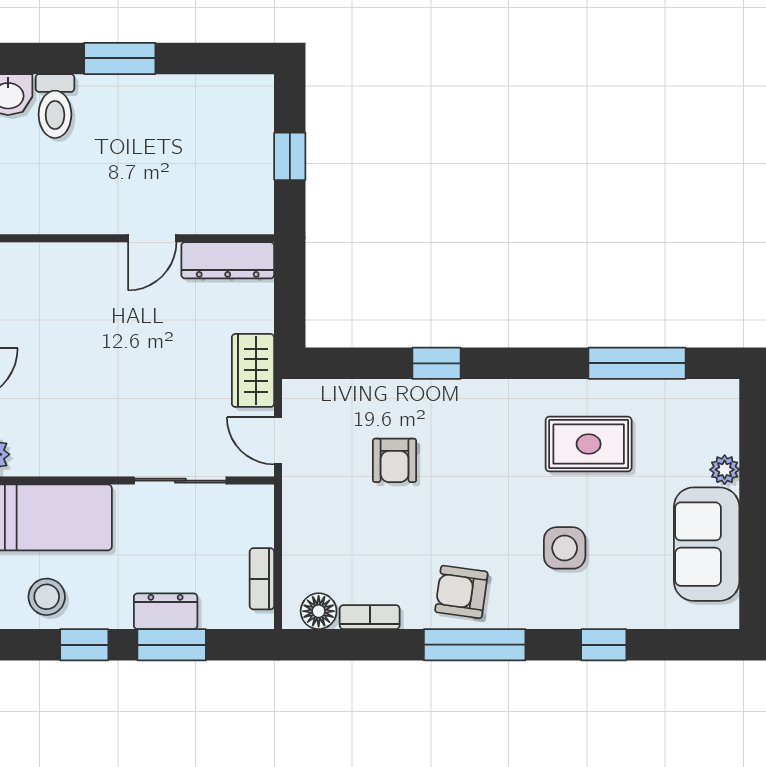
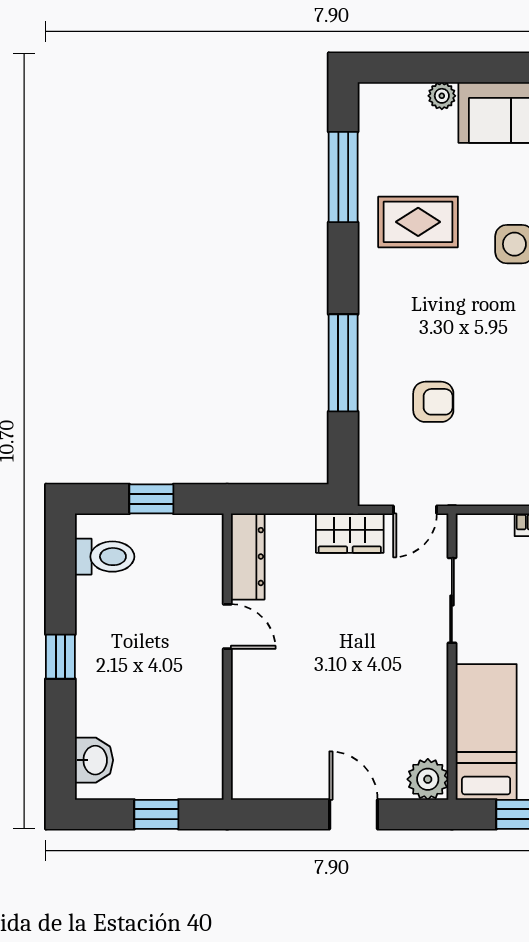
window: (120, 58) -> (60, 657), width x0.67
toilet: (55, 106) -> (105, 557), moved
window: (437, 363) -> (343, 363), width x2.17
rug: (589, 444) -> (418, 222), turned 90

